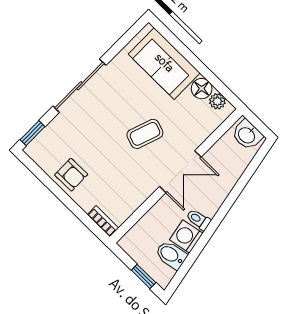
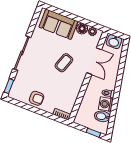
double door: (180, 172) -> (94, 61), moved

